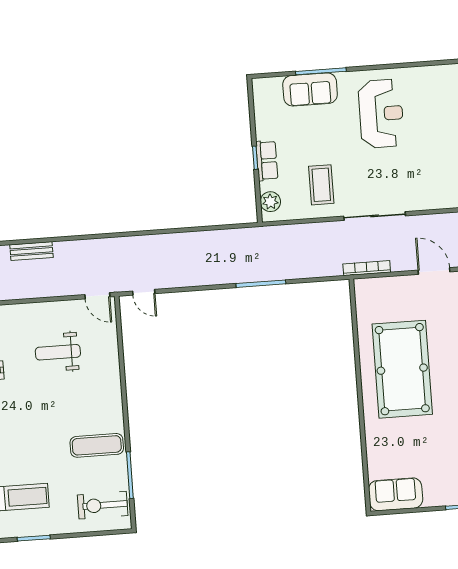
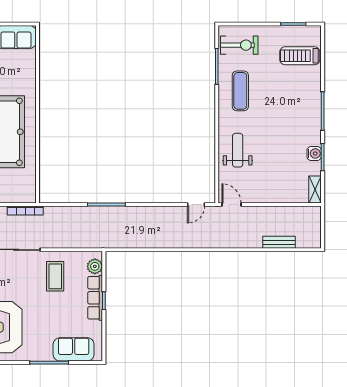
sofa: (310, 89) -> (74, 349), moved
row of seats: (267, 161) -> (95, 298), width x1.48
door: (144, 292) -> (196, 205), swing flipped
weight bench: (58, 352) -> (238, 150), moved, turned -90
exercise mat: (97, 445) -> (240, 91), turned 90

